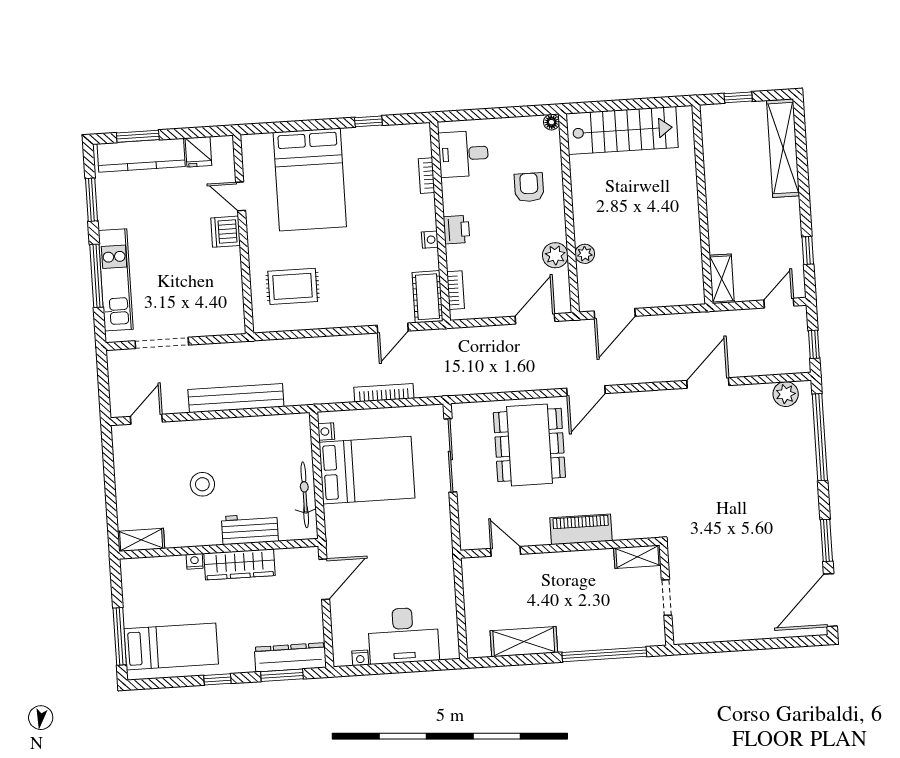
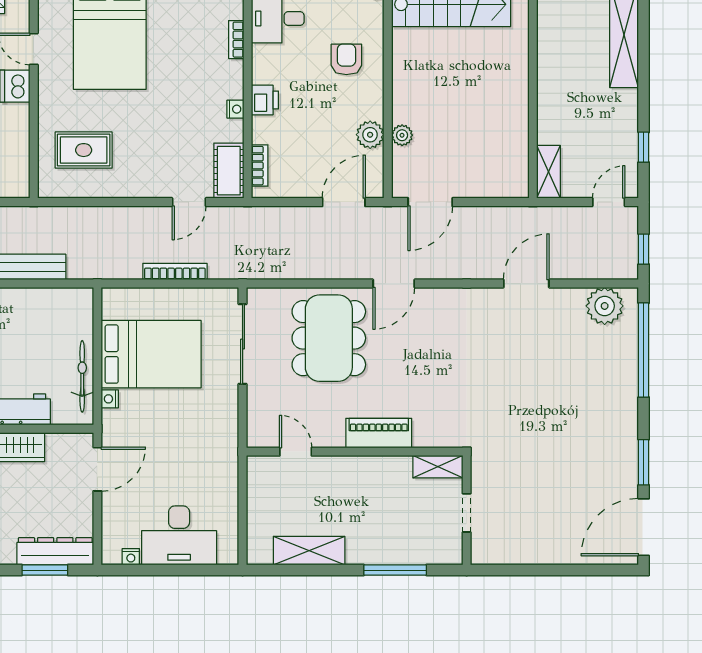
plant: (786, 394) -> (605, 306), width x1.36, depth x1.36
nightstand: (326, 431) -> (110, 399), moved
window: (604, 654) -> (395, 570), width x0.68

